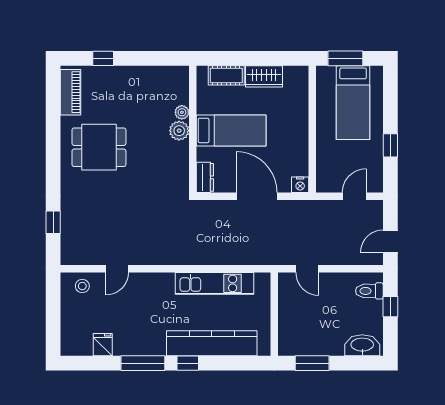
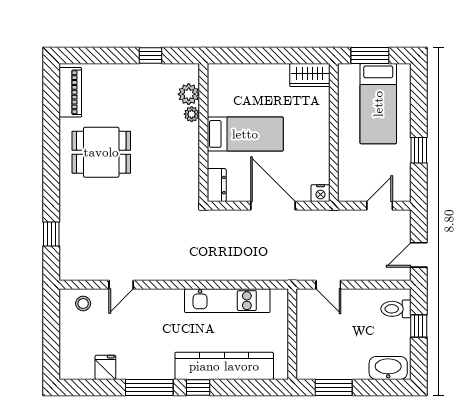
window: (103, 58) -> (151, 56), moved
cot: (226, 75) -> (240, 74), removed
wardrobe: (264, 76) -> (310, 75), moved
plant: (179, 131) -> (189, 94), moved

